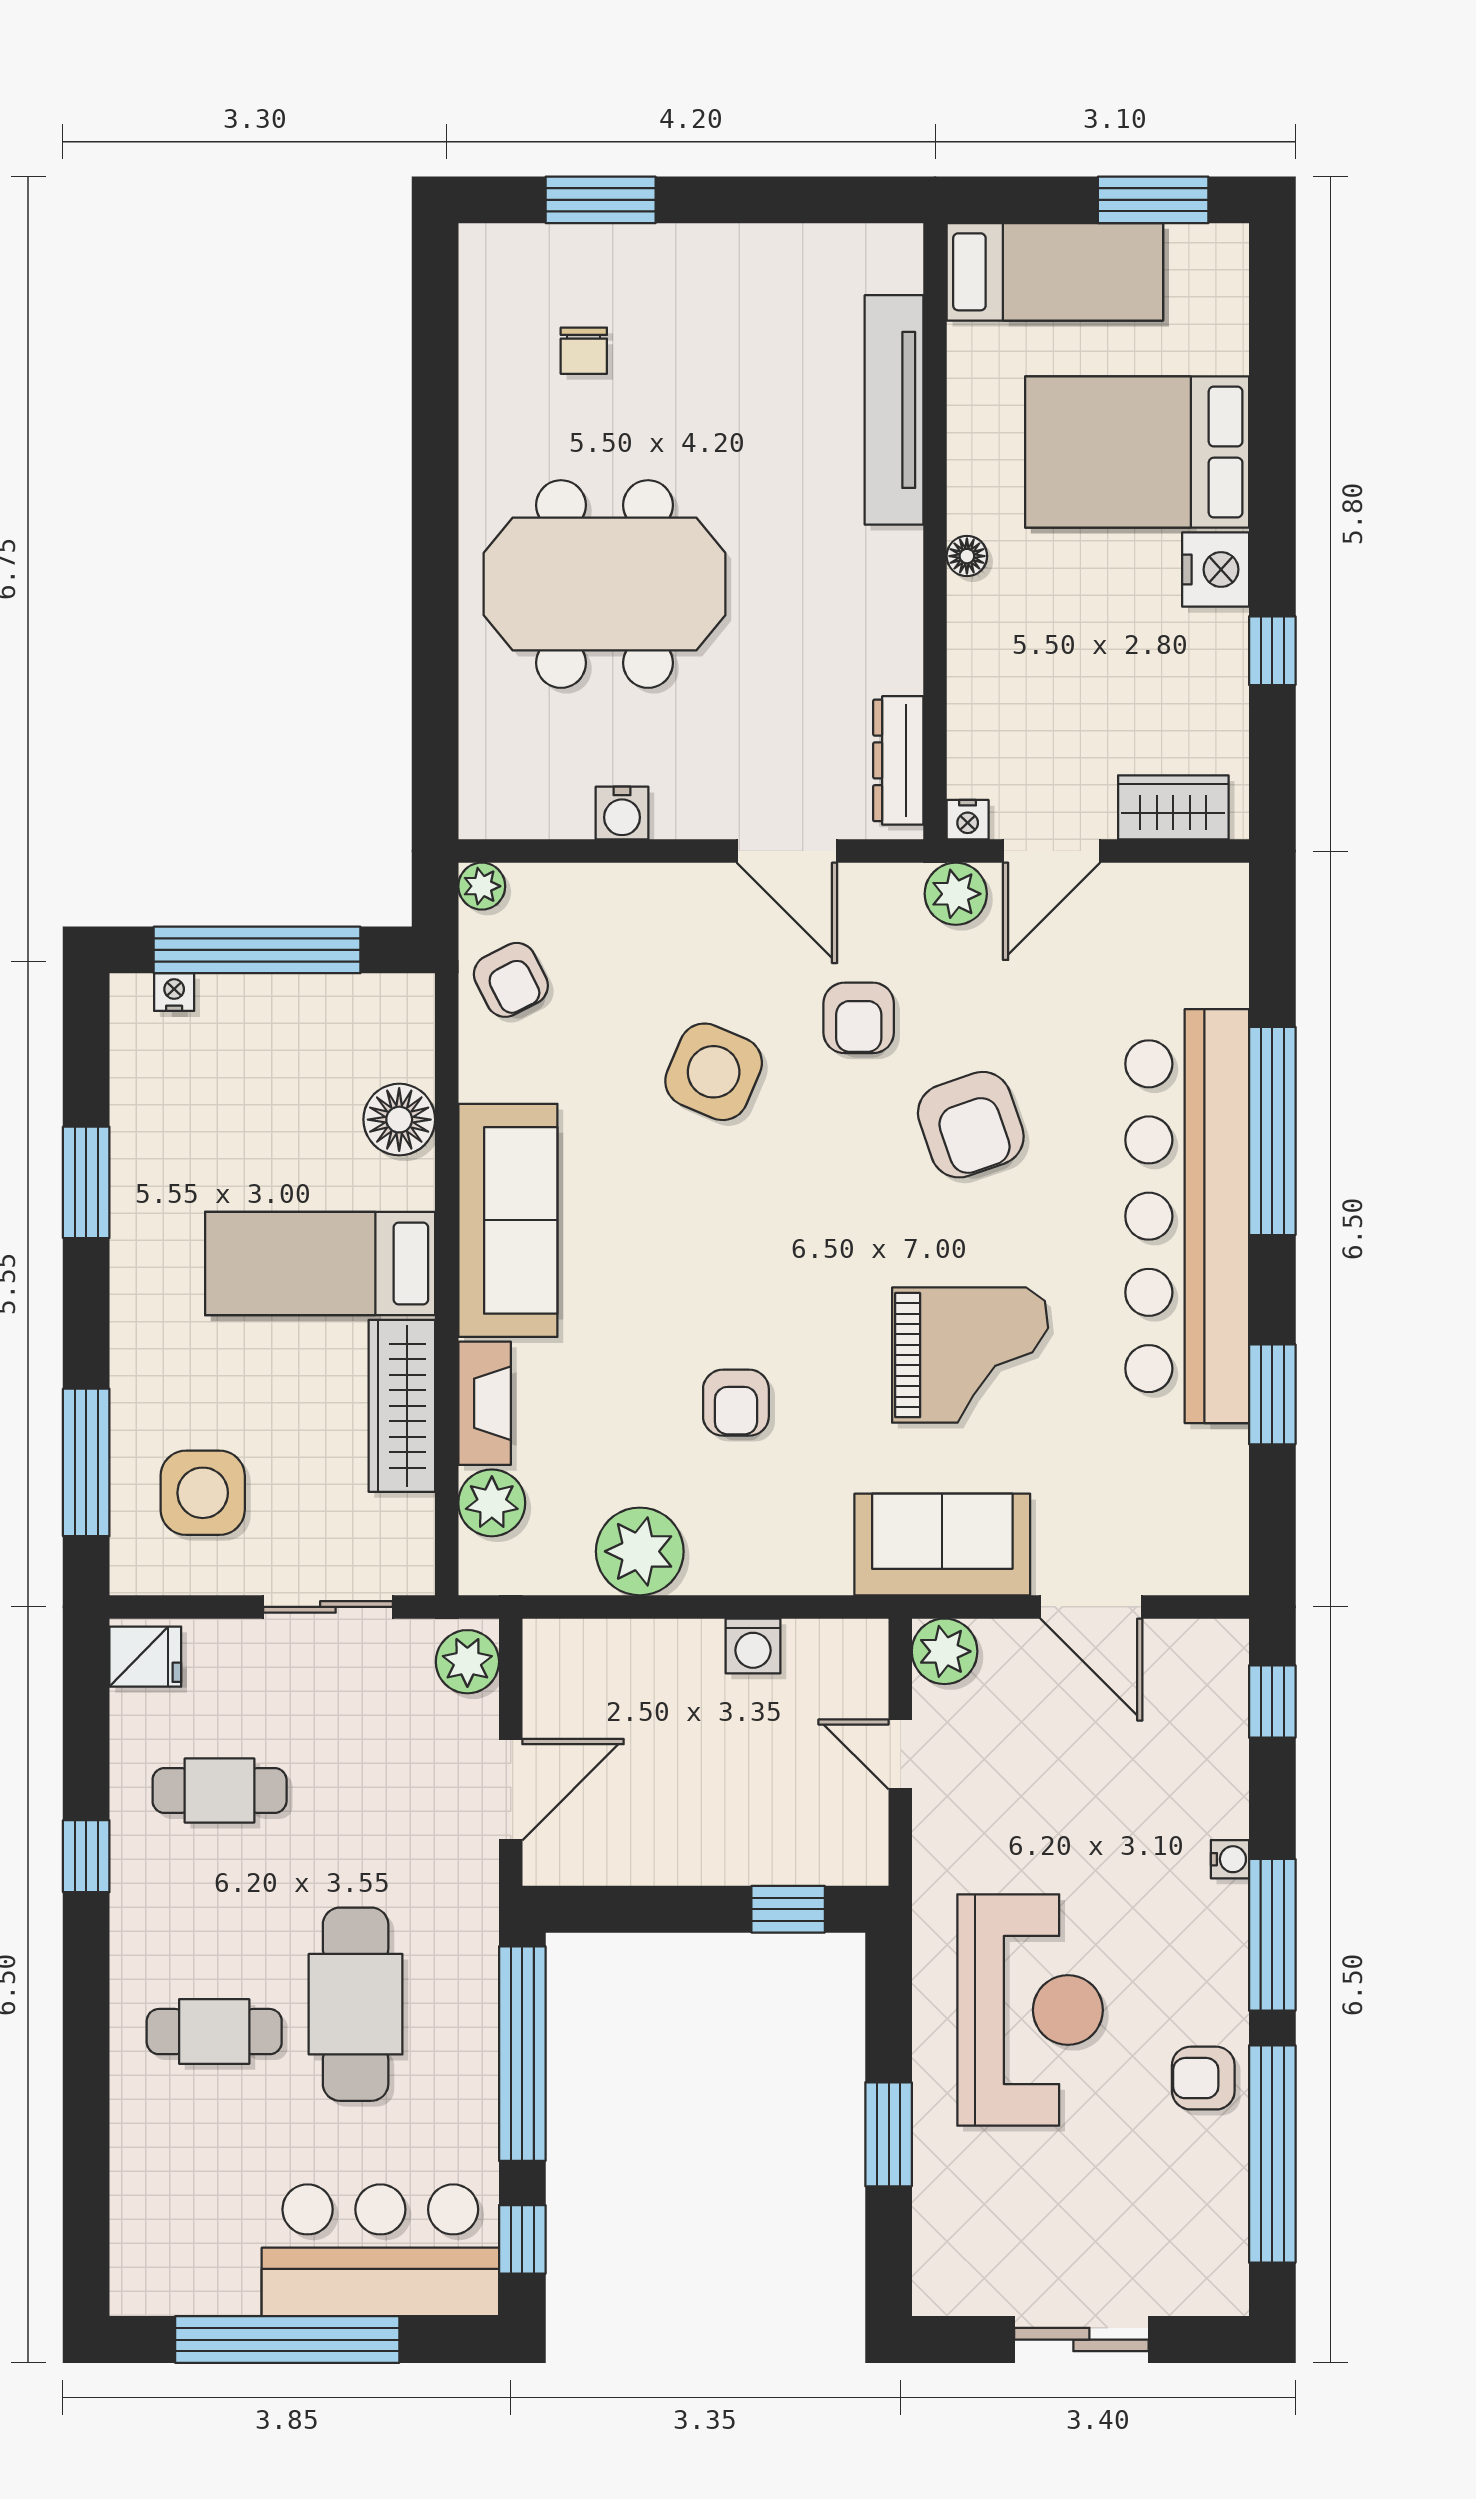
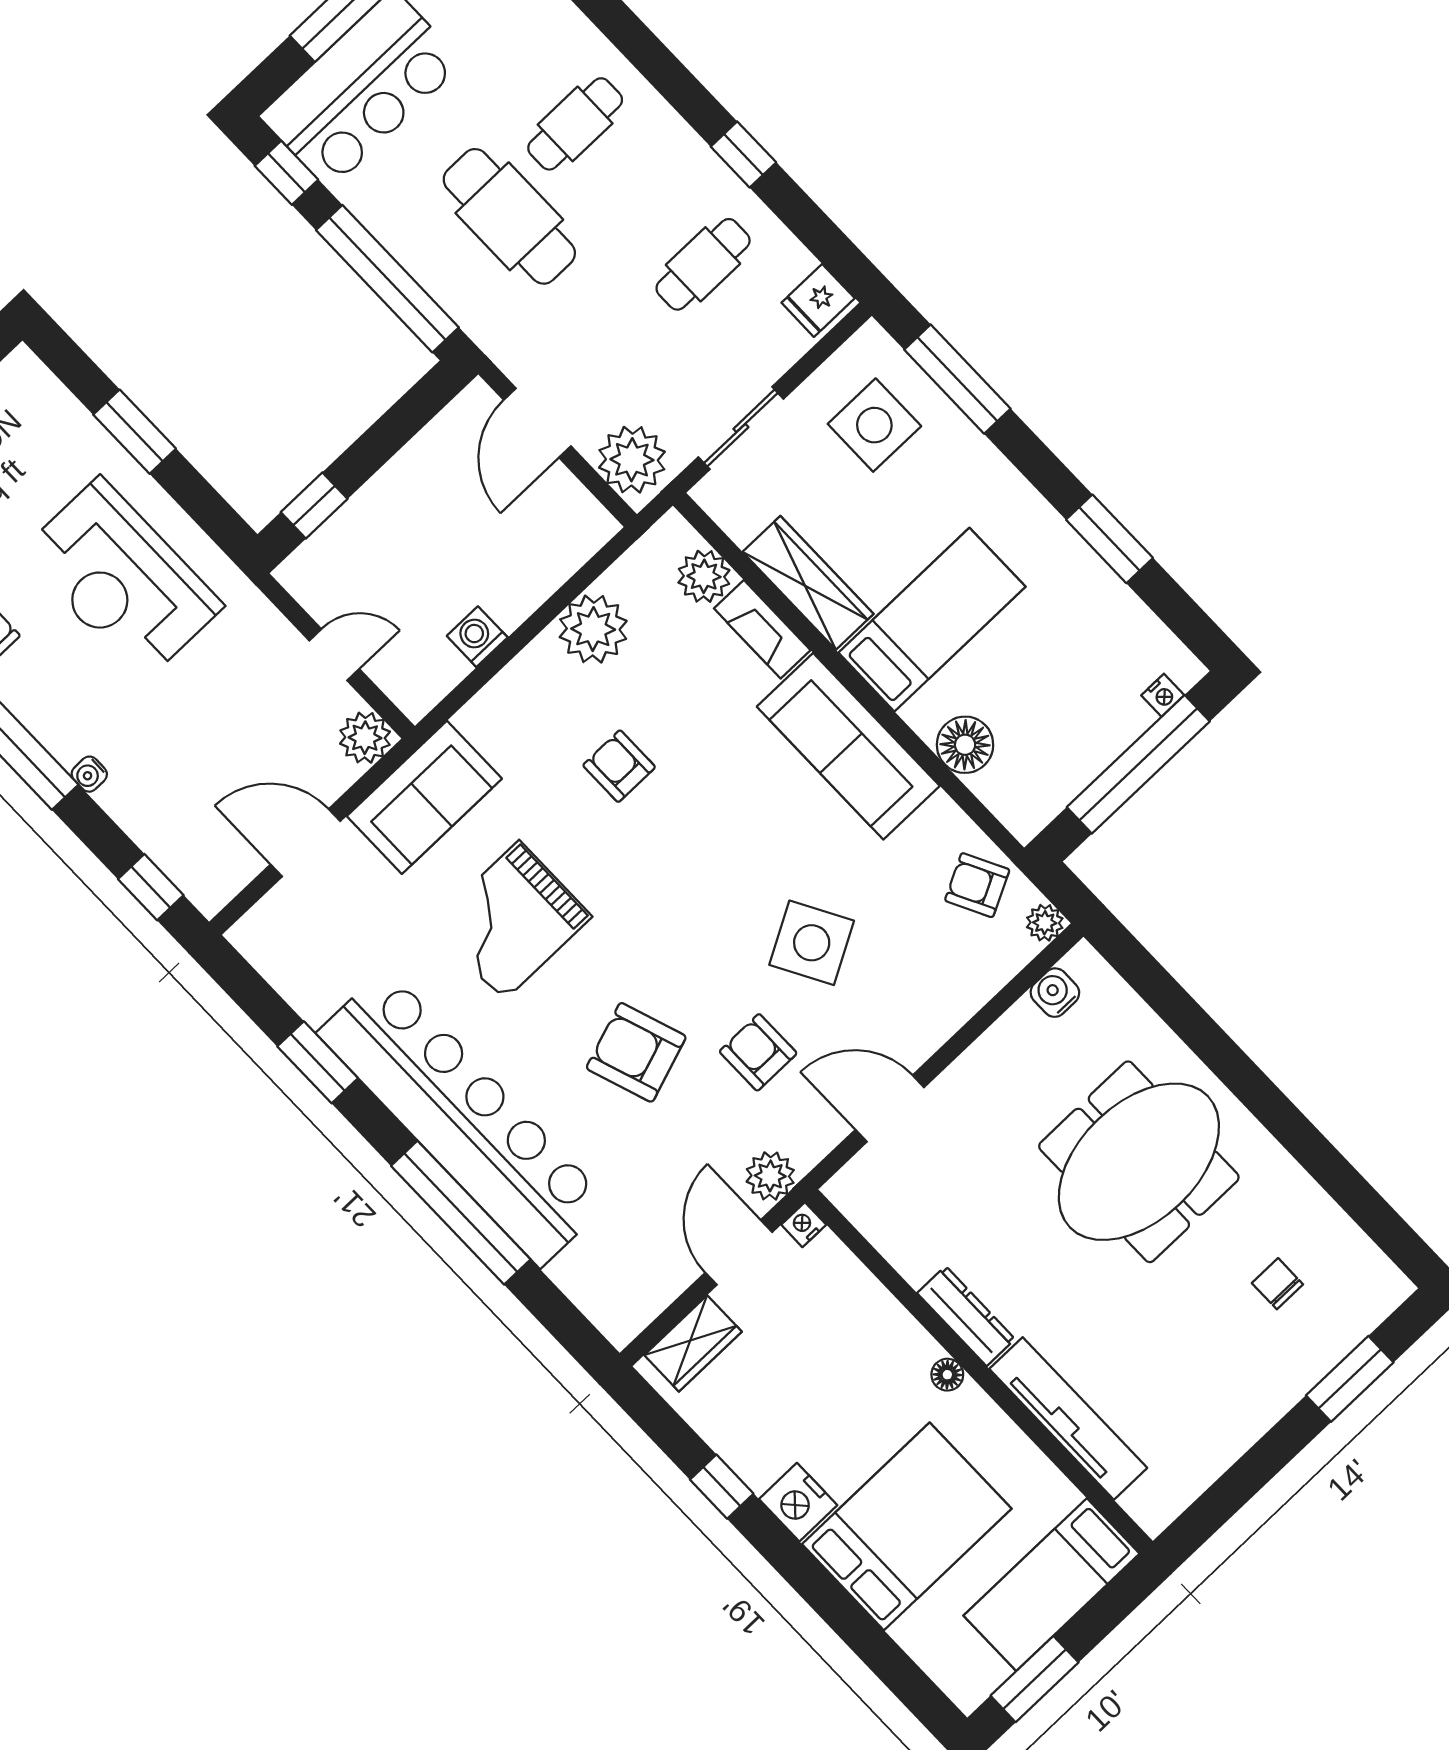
dresser: (898, 760) -> (966, 1316), moved
water cooler: (622, 813) -> (1055, 993), moved
side table: (714, 1072) -> (812, 943), turned 38
plant: (467, 1662) -> (632, 460), width x1.36, depth x1.36

